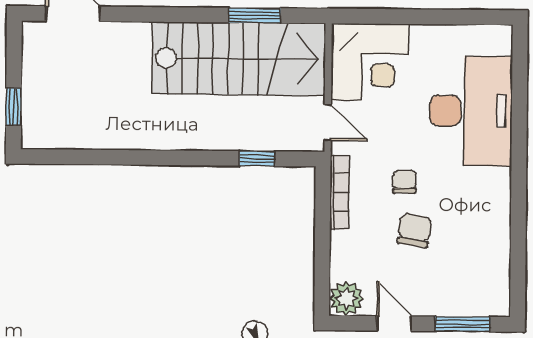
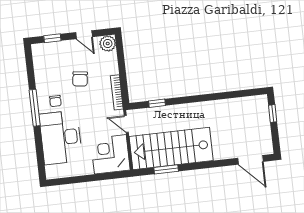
window: (519, 181) -> (35, 108), added
chair: (404, 182) -> (55, 101), moved
window: (463, 324) -> (52, 38), width x0.67

